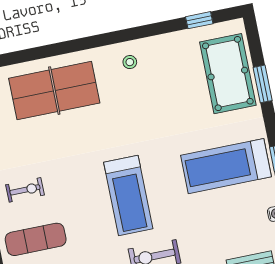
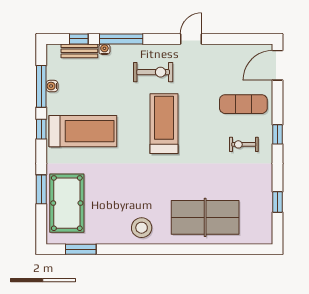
window: (199, 20) -> (81, 249), width x1.50
stool: (130, 62) -> (142, 228), width x1.89, depth x1.89

